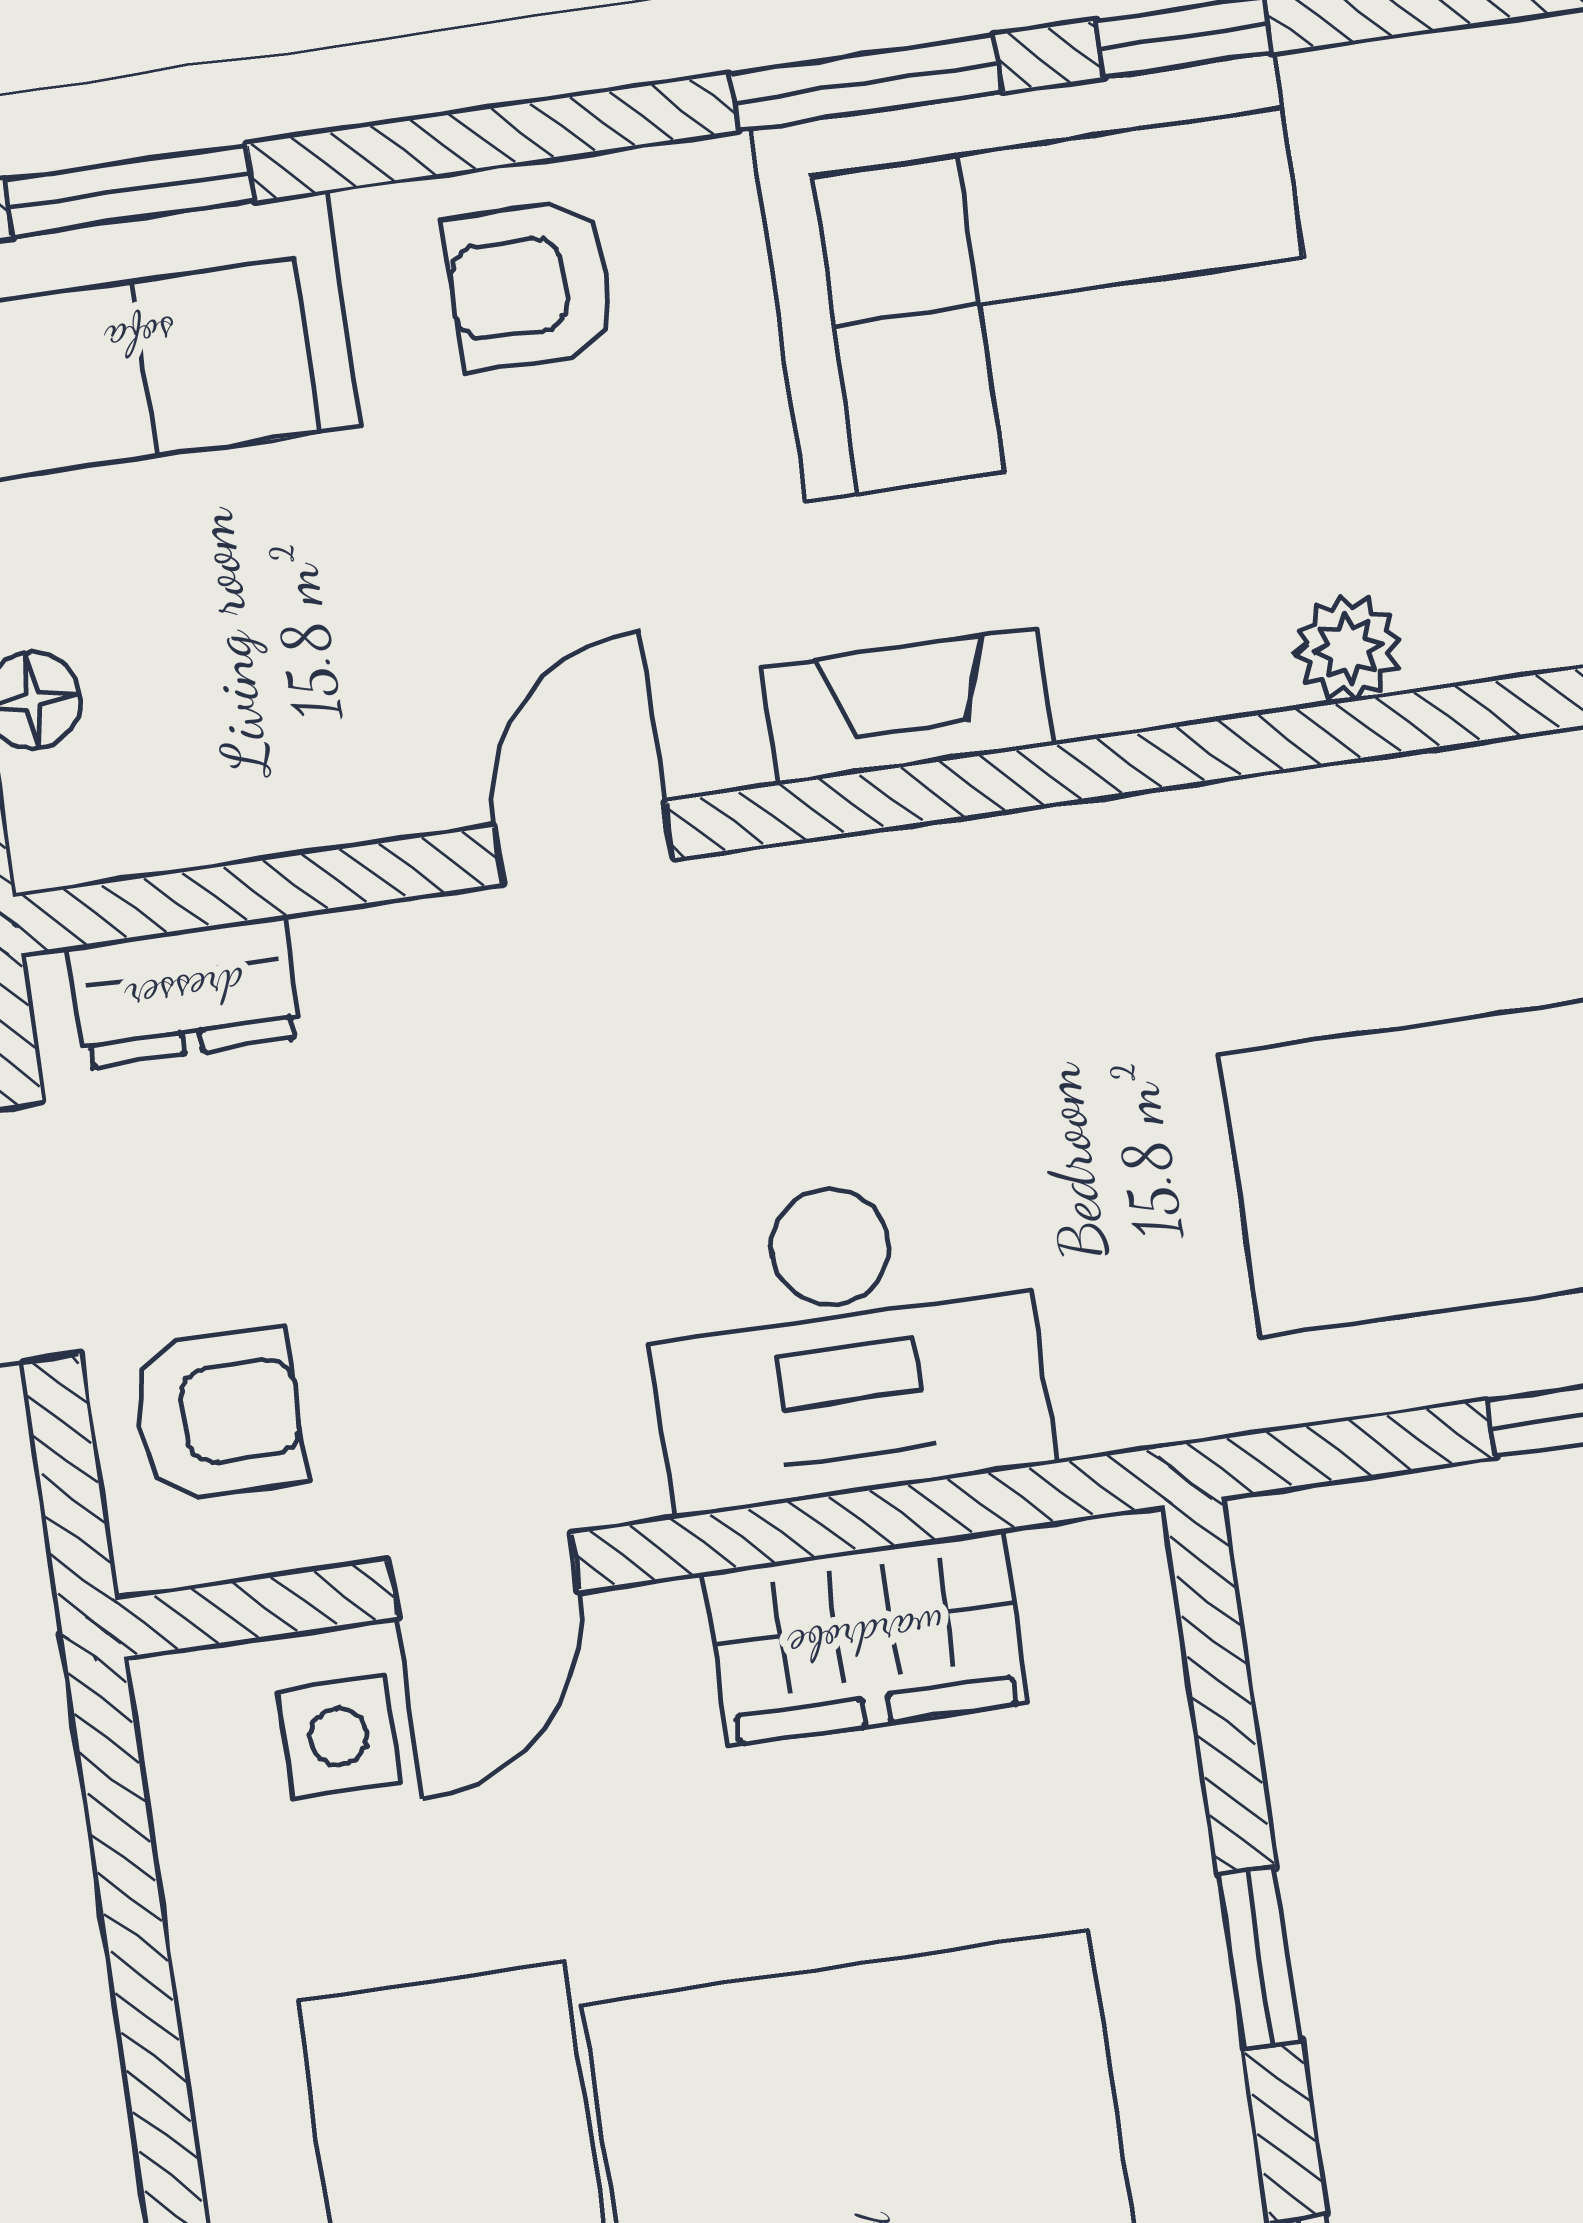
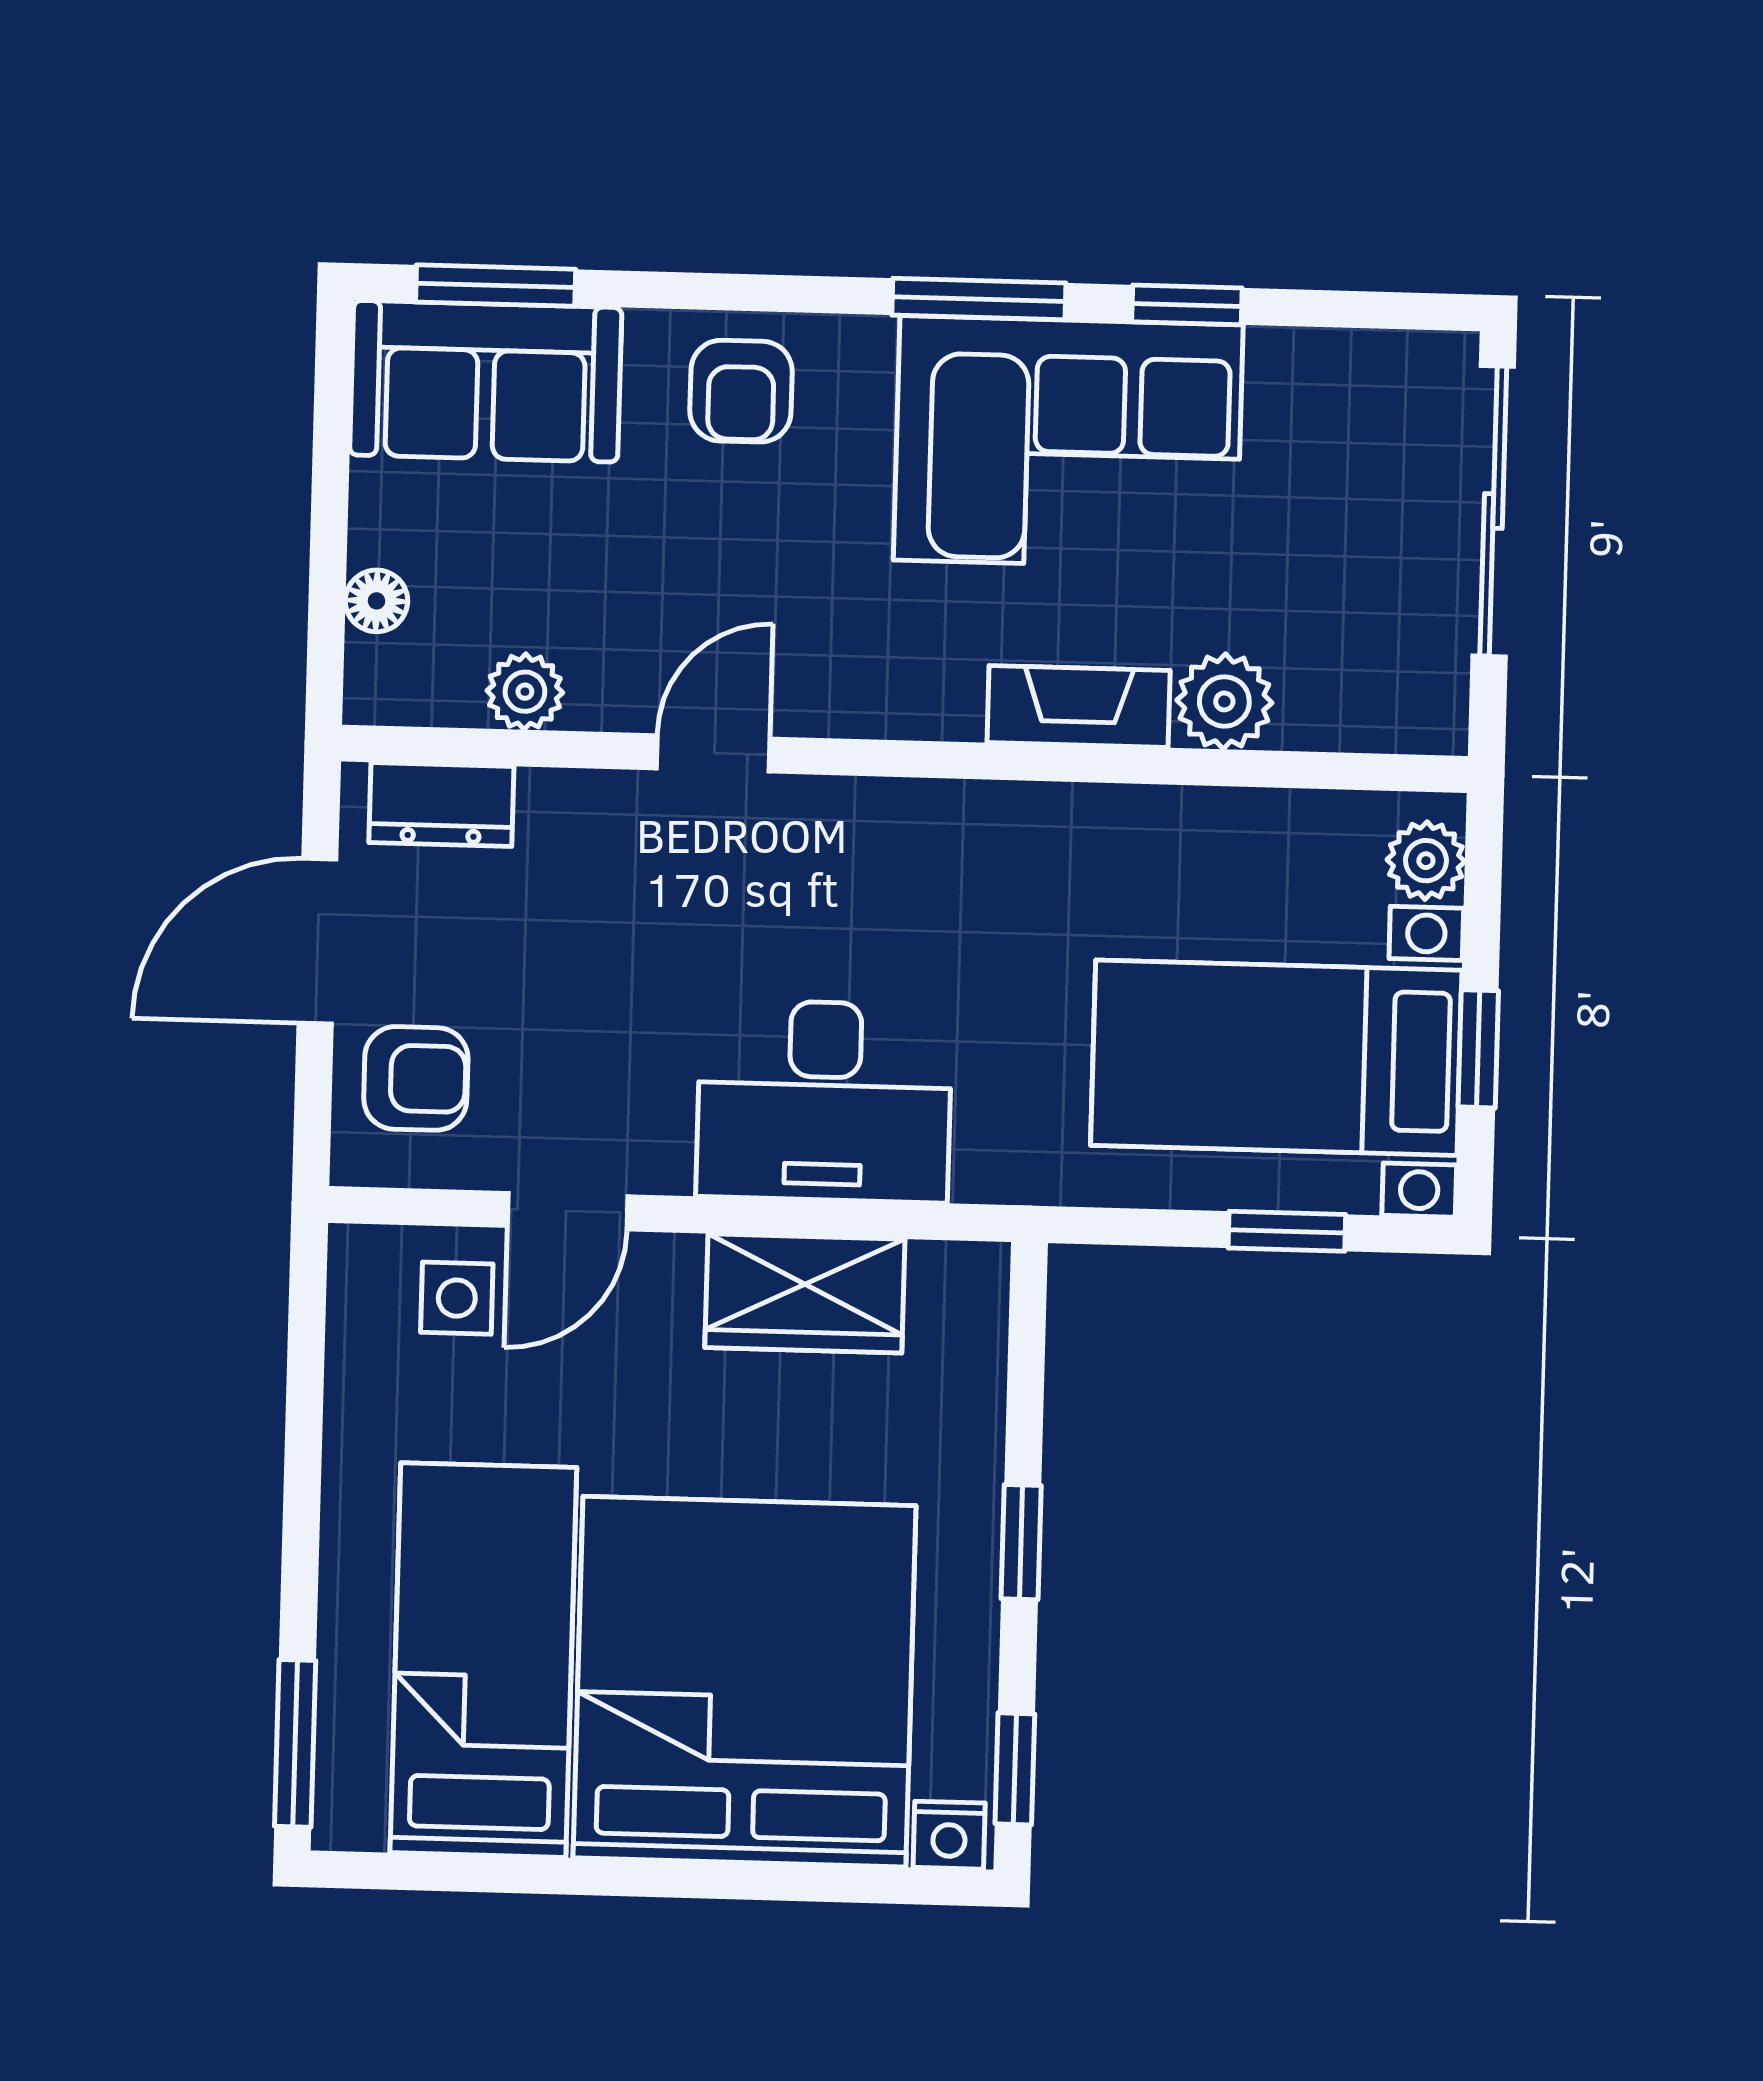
armchair: (530, 286) -> (741, 391), turned -90
plant: (1348, 648) -> (1224, 701), width x1.38, depth x1.38
fireplace: (908, 706) -> (1079, 706), moved
plant: (282, 799) -> (525, 692), added

